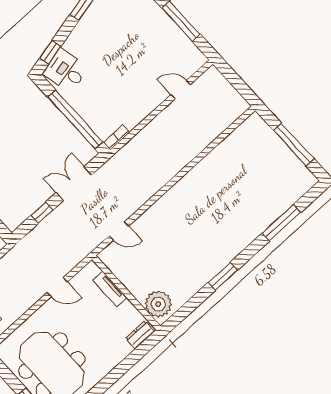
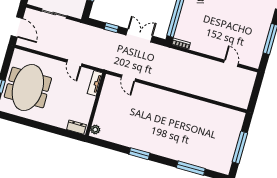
tv unit: (110, 289) -> (95, 83), moved
plant: (158, 304) -> (95, 130), width x0.53, depth x0.53

